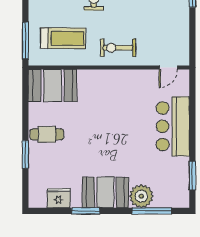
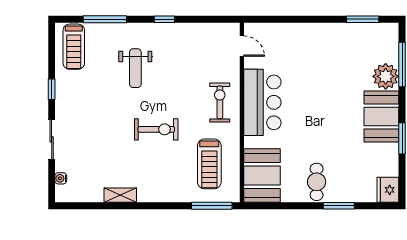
treadmill: (63, 38) -> (209, 164), turned 180
exercise bike: (118, 48) -> (220, 102), turned 180
bar counter: (173, 126) -> (262, 102), moved, turned -90
fridge: (58, 198) -> (388, 190), moved

